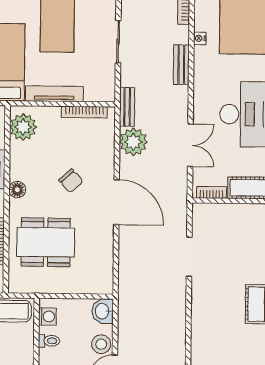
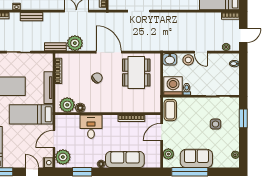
floor lamp: (17, 190) -> (80, 108), moved
door: (116, 202) -> (109, 52), hinge flipped
dining table: (46, 242) -> (136, 73), moved
washing machine: (47, 316) -> (173, 86), width x1.89, depth x1.89

